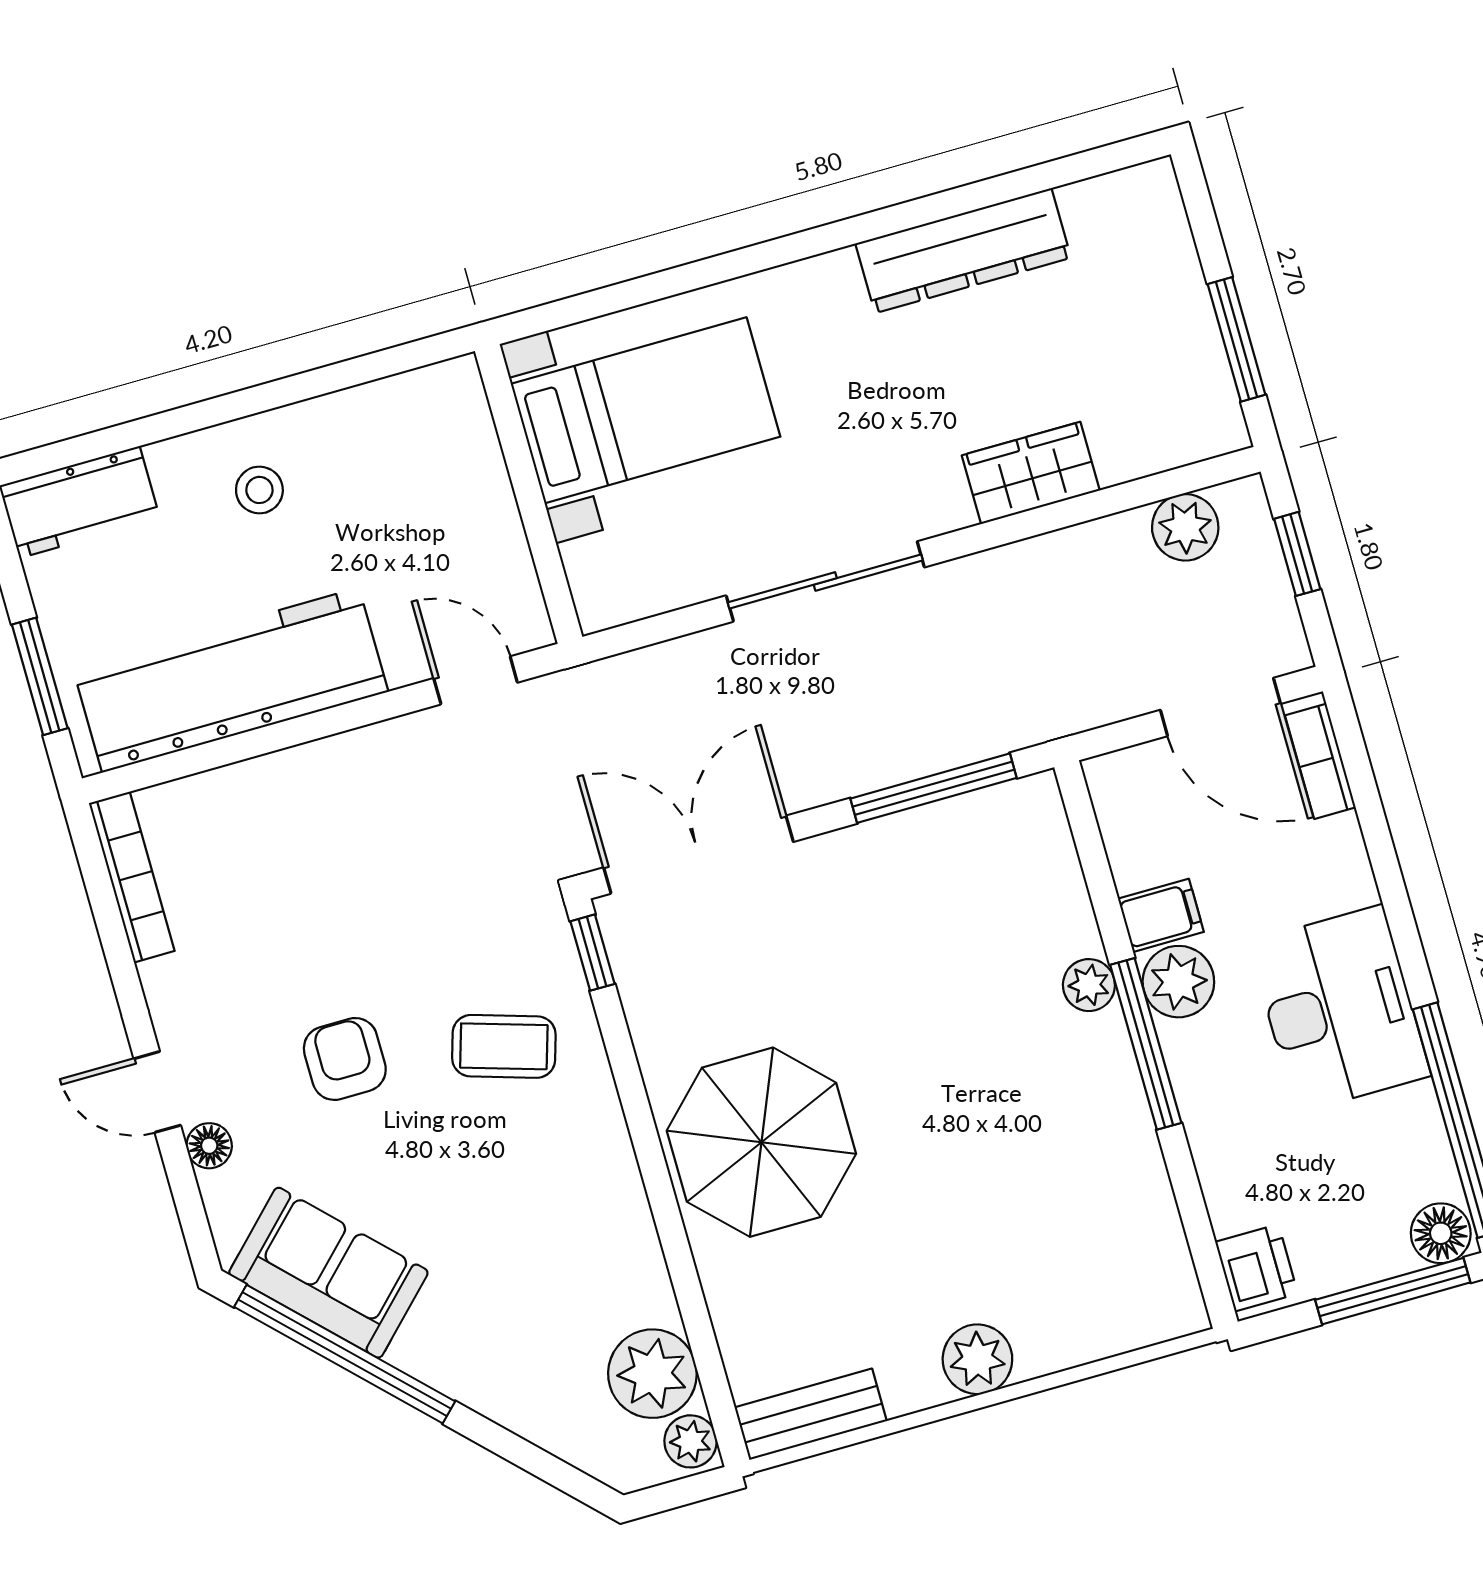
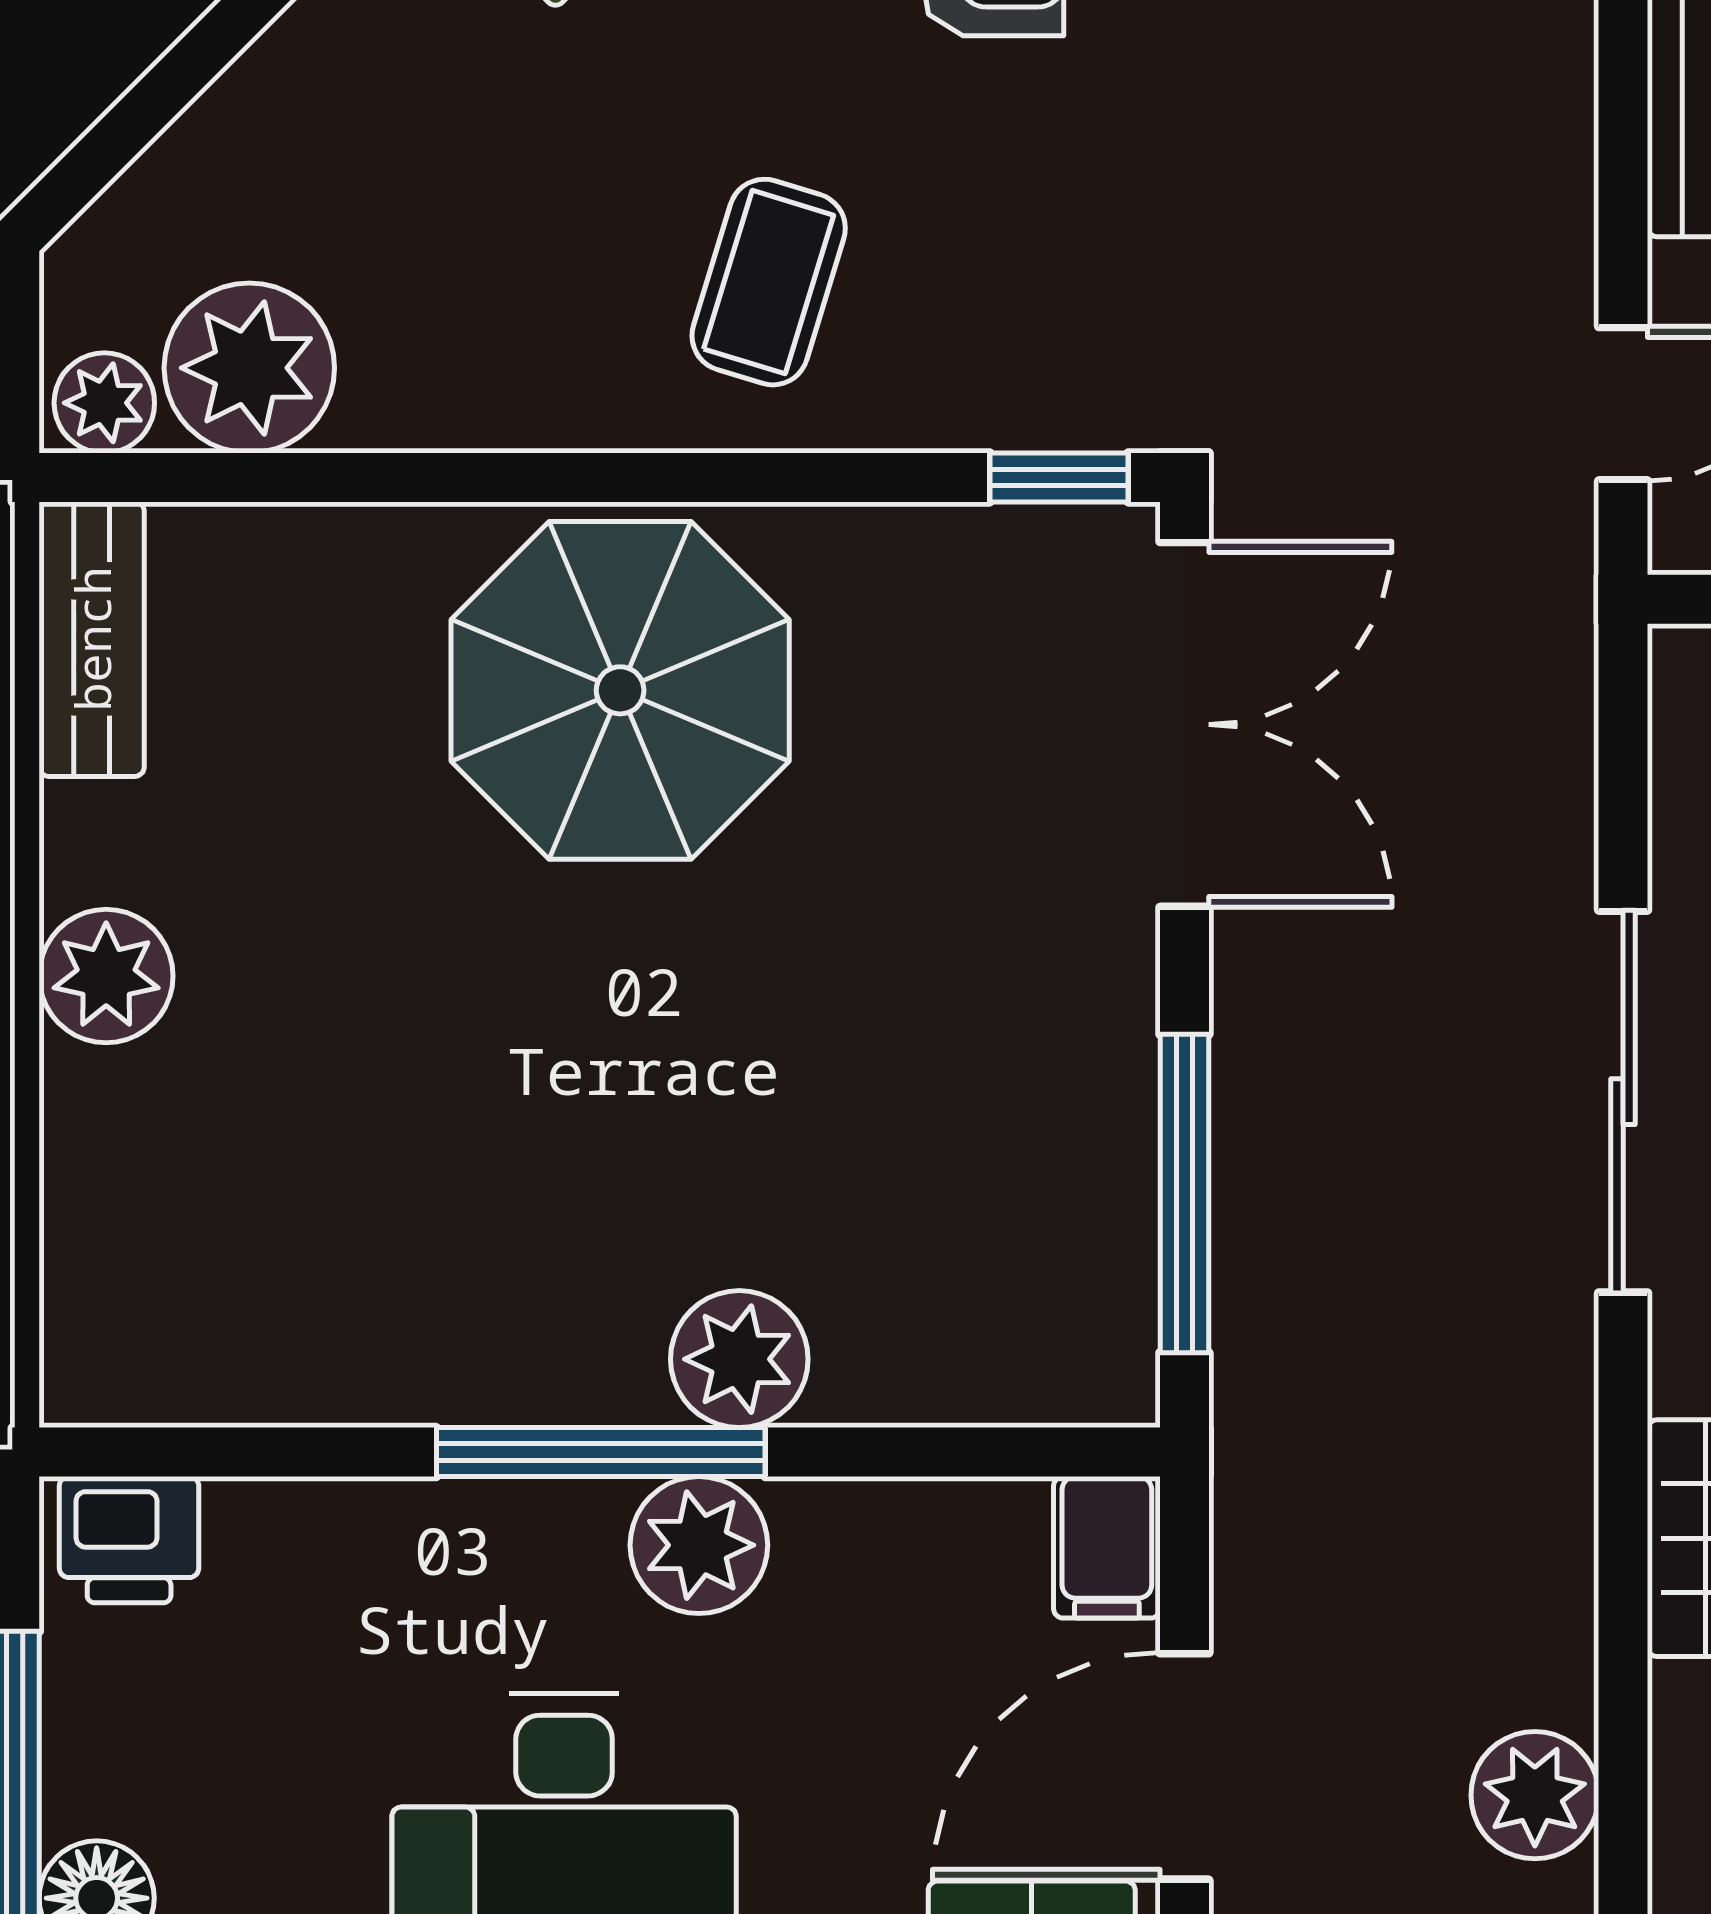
filing cabinet: (1161, 915) -> (1107, 1547), moved
plant: (1089, 985) -> (739, 1359), width x1.38, depth x1.38
coffee table: (504, 1046) -> (769, 282), moved

